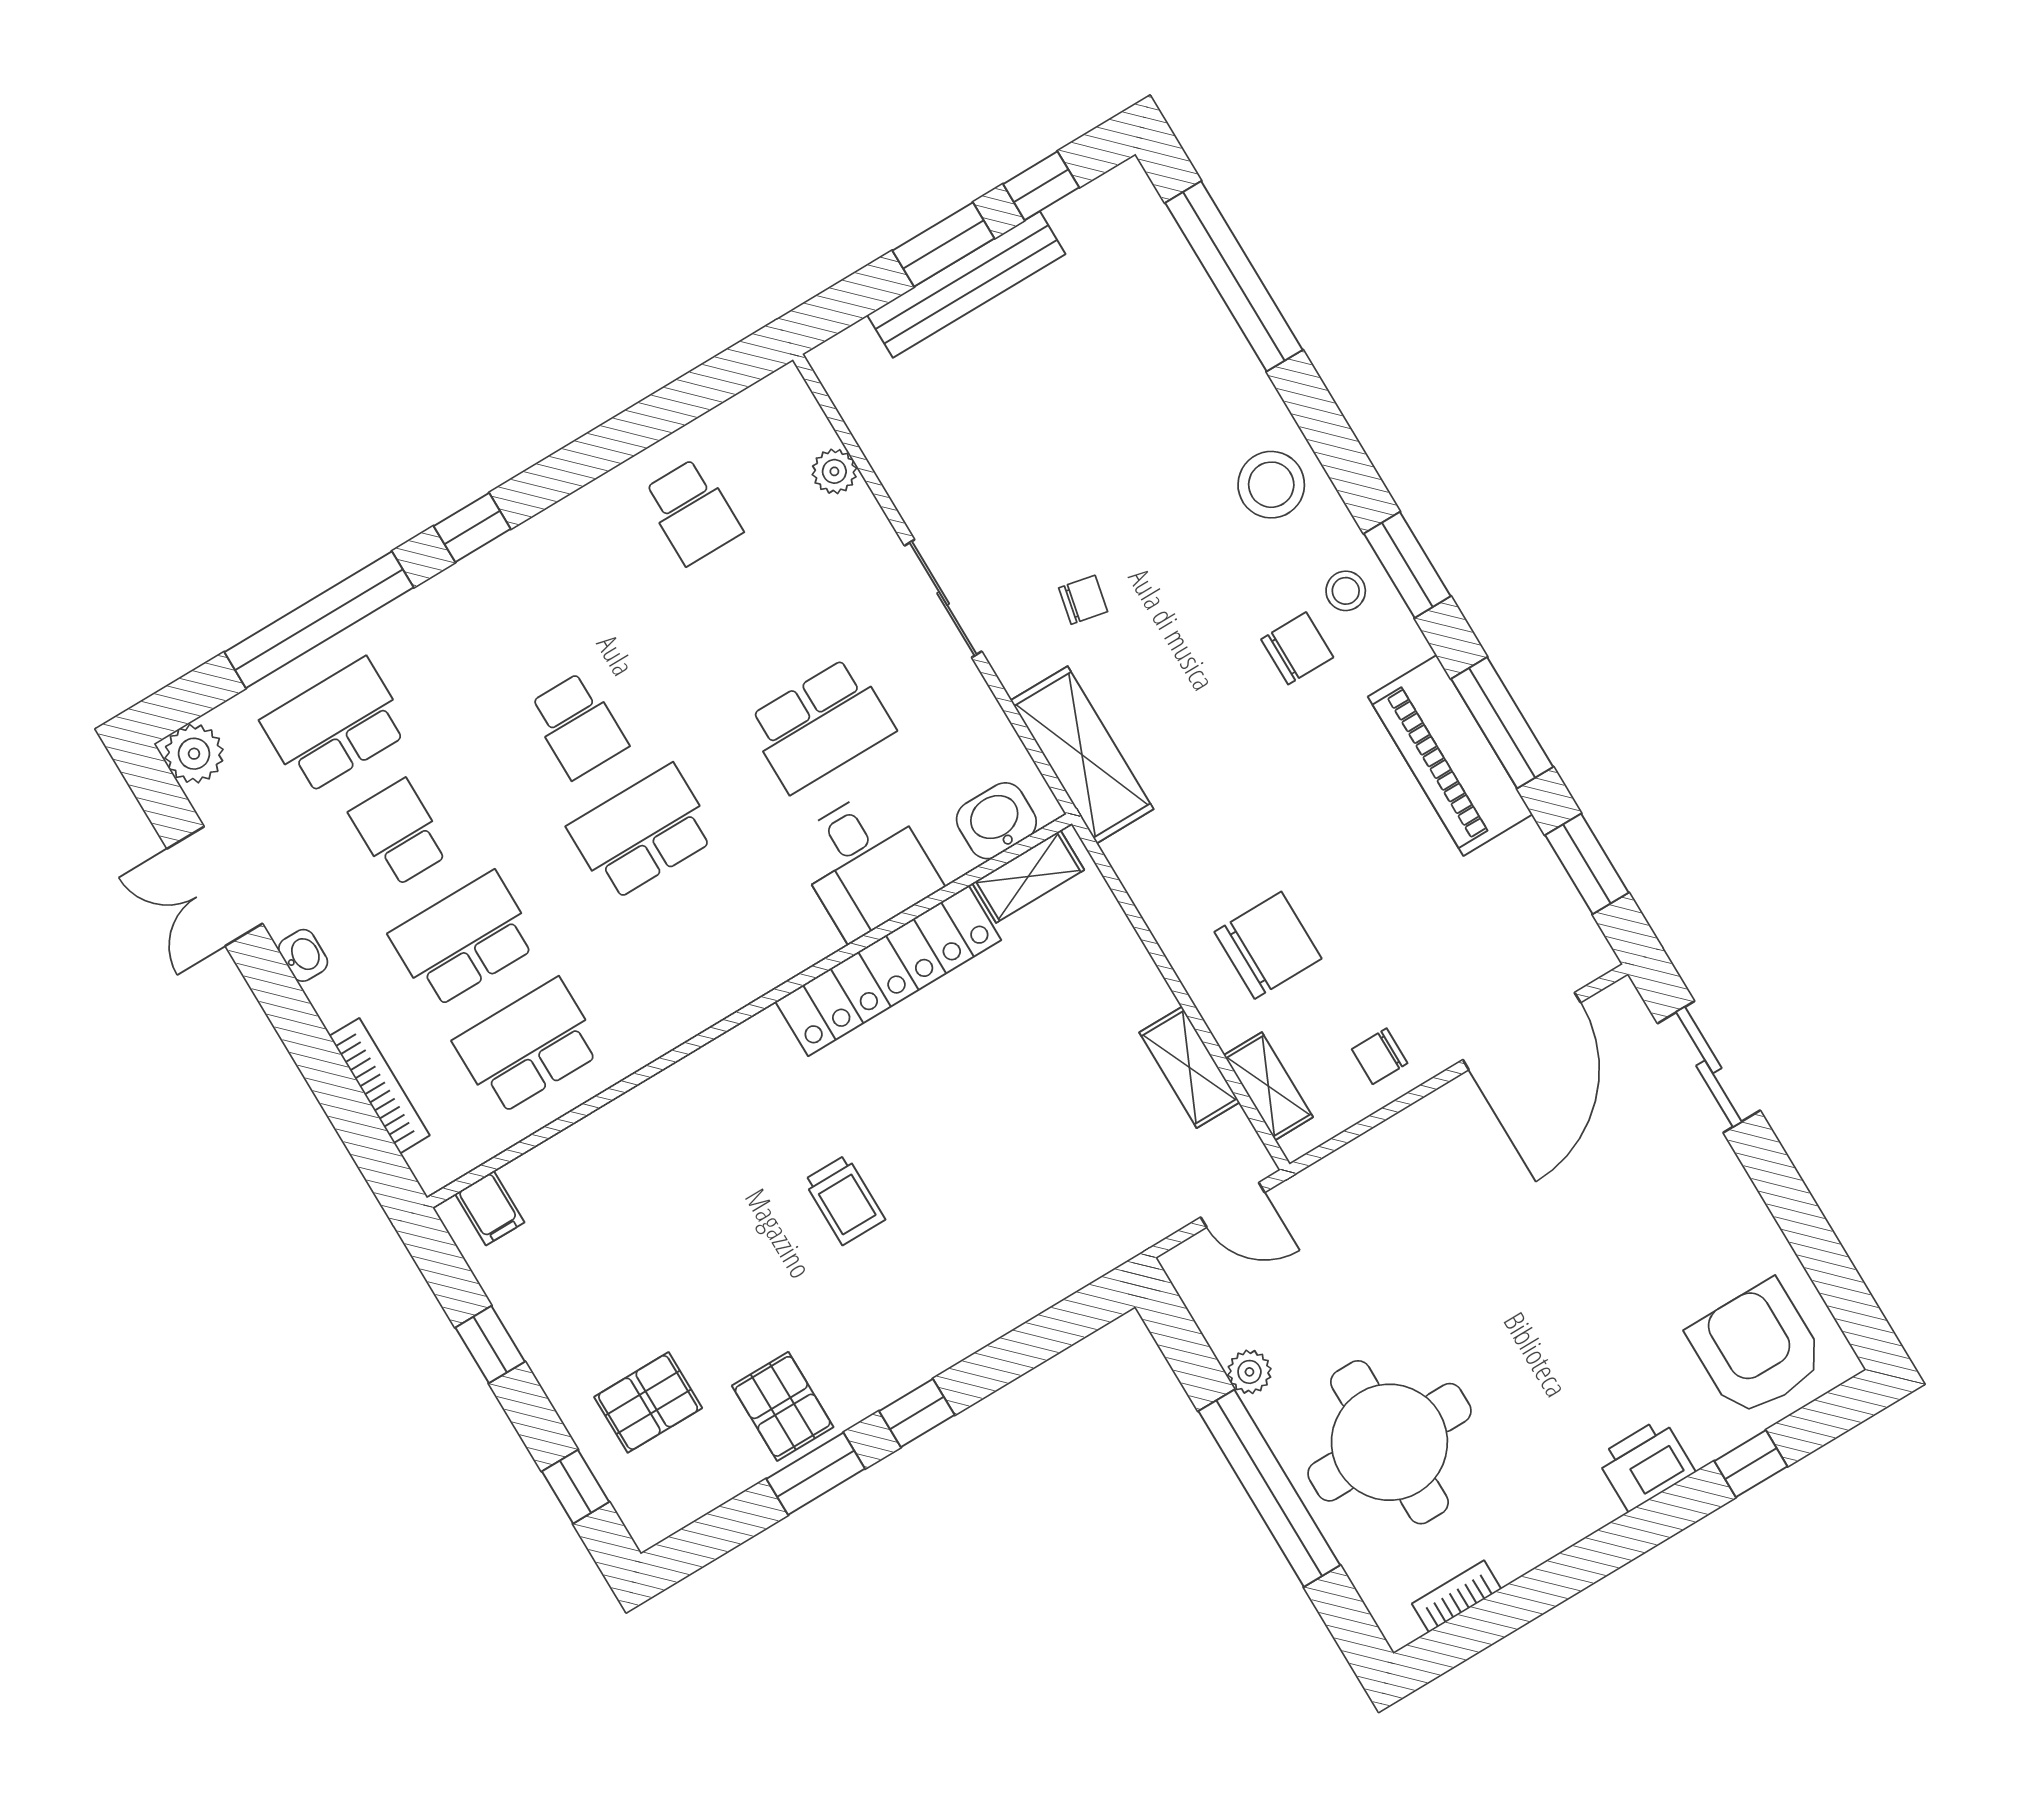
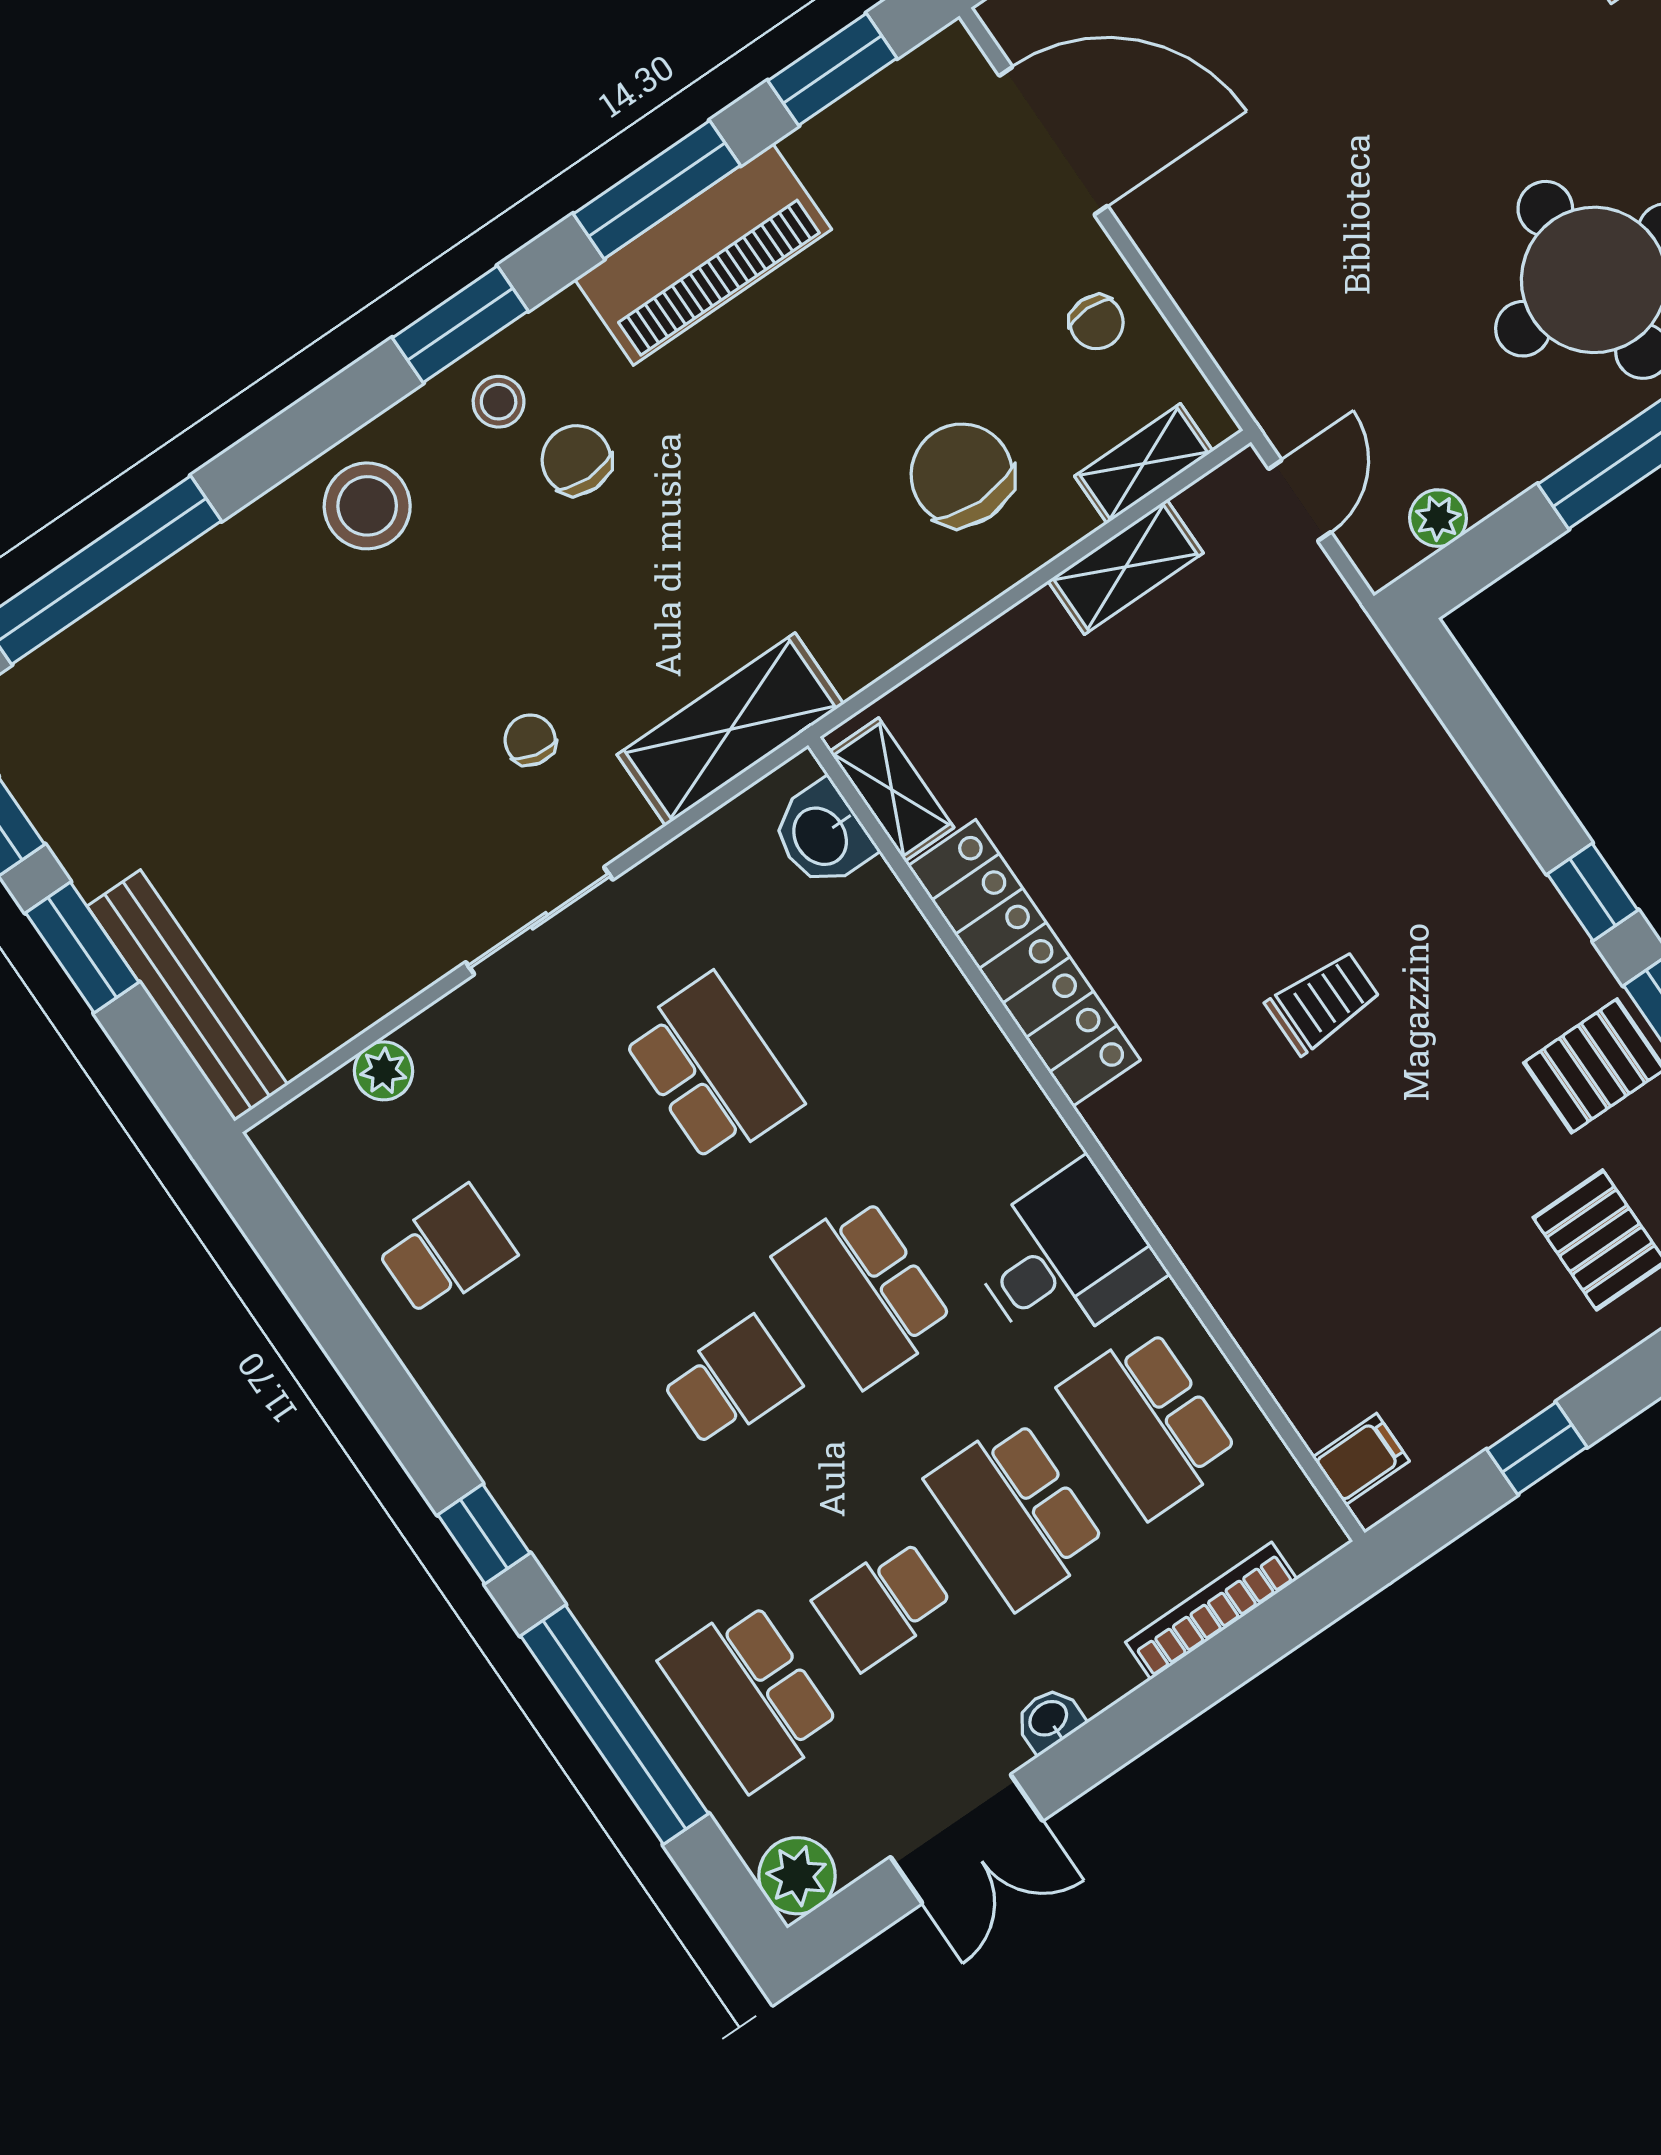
bench: (966, 284) -> (187, 995), moved
desk: (865, 864) -> (1064, 1258), moved
plant: (1249, 1372) -> (1438, 518), moved

